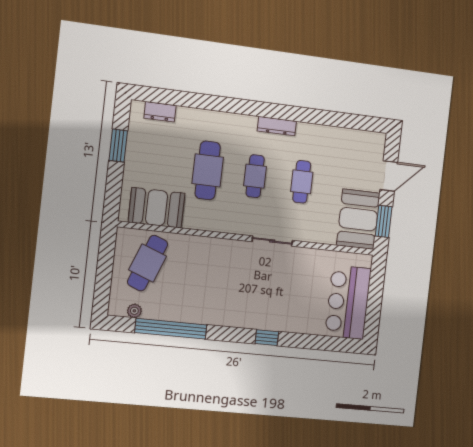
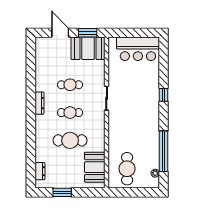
cafe table: (148, 263) -> (127, 169), turned 69

